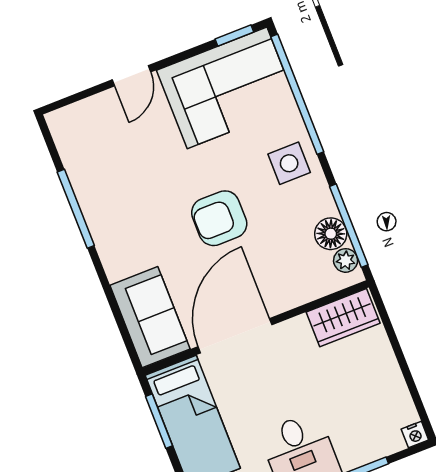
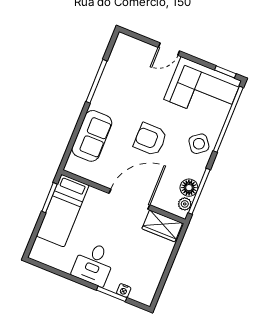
side table: (289, 163) -> (199, 144), turned -37
sofa: (150, 317) -> (92, 136), moved
door: (235, 336) -> (129, 199), moved
nightstand: (415, 435) -> (124, 290), moved

